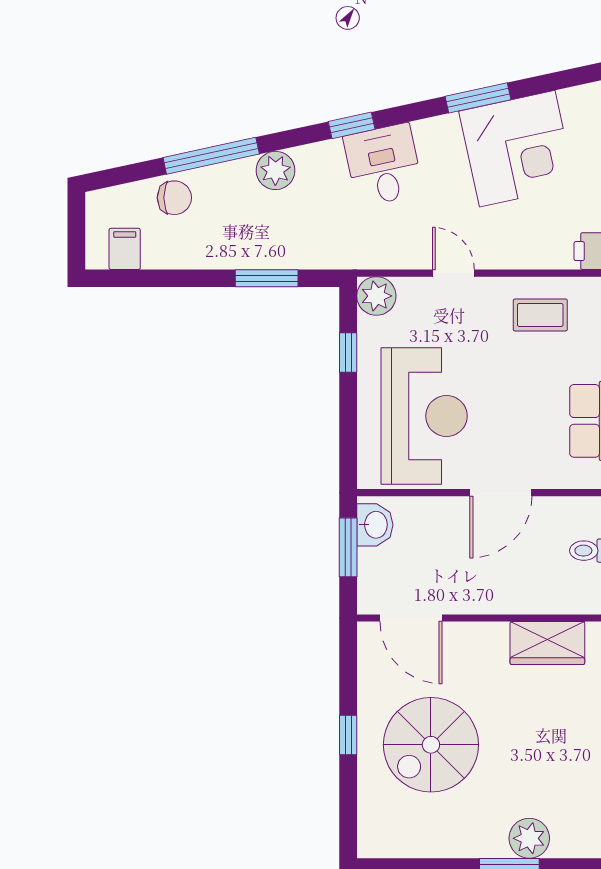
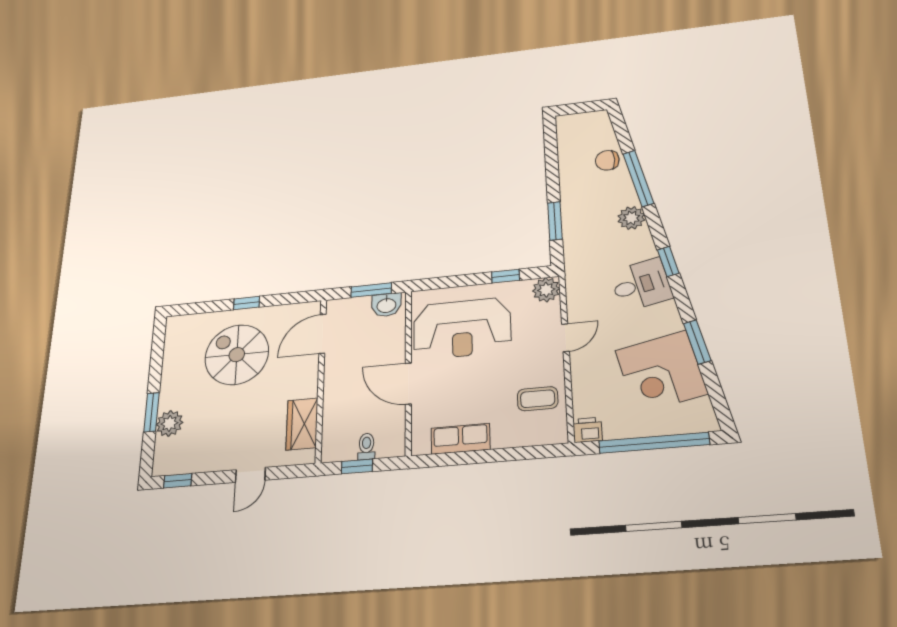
chair: (174, 198) -> (607, 160), turned 90
filing cabinet: (125, 249) -> (570, 136), removed
coffee table: (540, 315) -> (538, 399), turned 90

